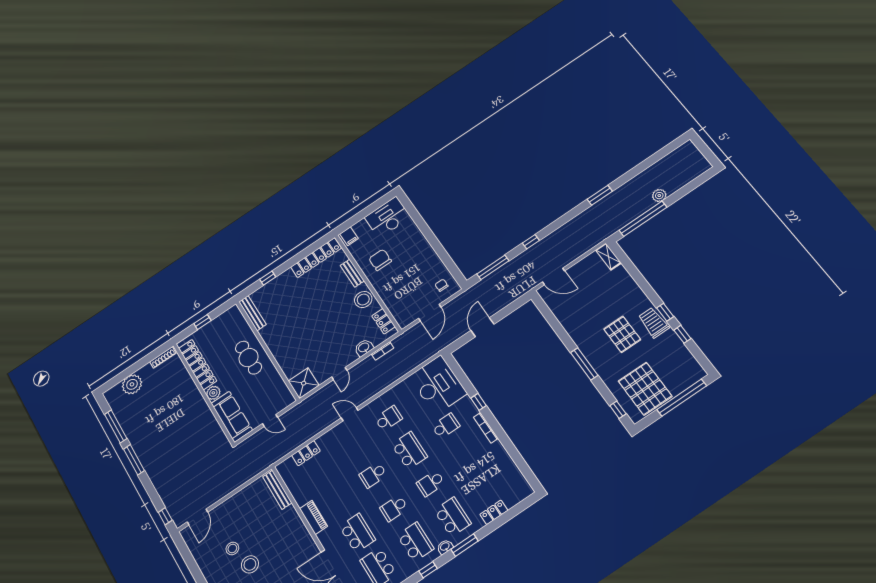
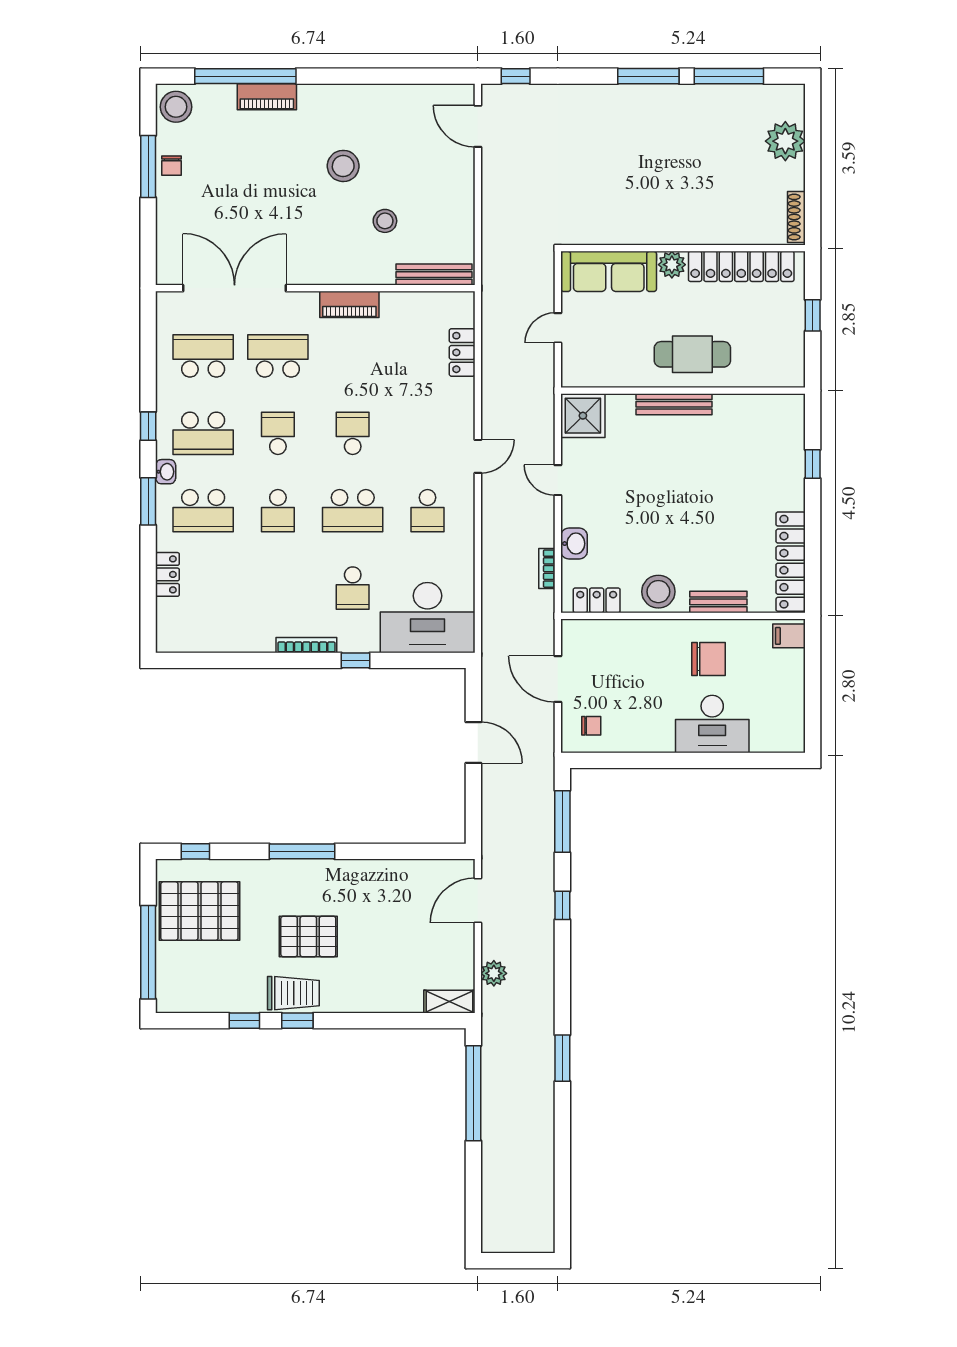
plant: (659, 196) -> (494, 973), moved
desk: (388, 217) -> (712, 724), moved, turned 90
bench: (252, 313) -> (674, 404), moved
school desk: (431, 483) -> (278, 511), turned 180
school desk: (357, 533) -> (278, 356), turned 180
stool: (232, 549) -> (385, 221), moved

